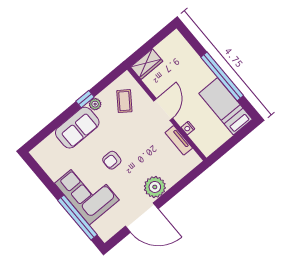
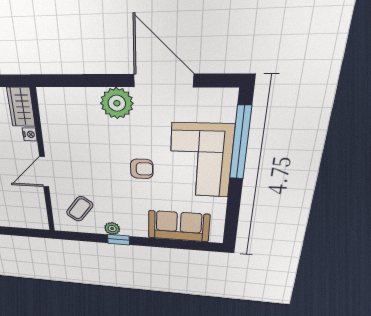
wardrobe: (147, 64) -> (21, 107), moved, turned -90
sofa: (77, 128) -> (179, 226), moved
tv unit: (179, 140) -> (49, 130), removed

